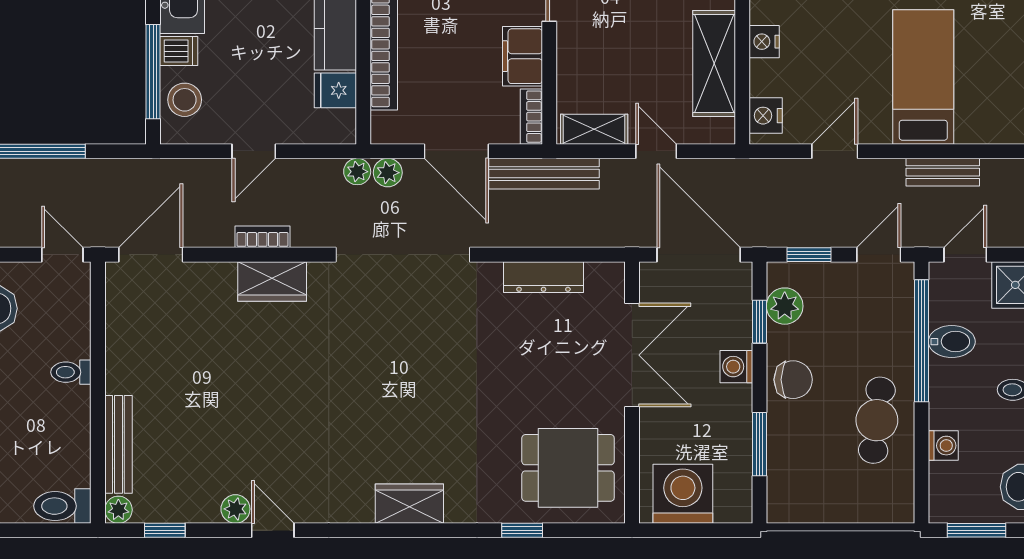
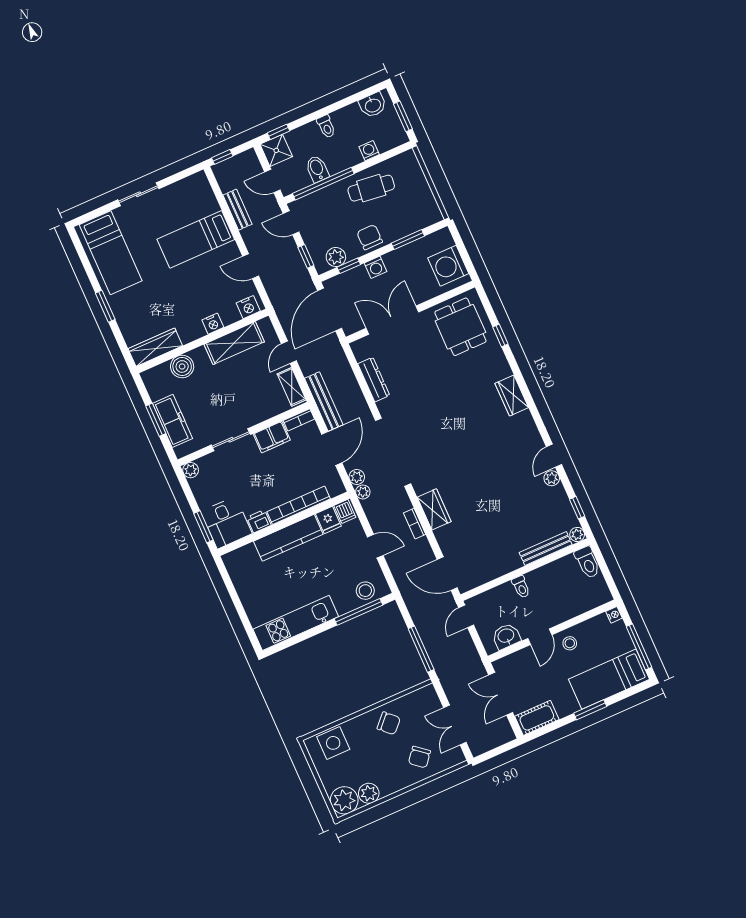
dishwasher: (179, 51) -> (345, 511), moved, turned 180

